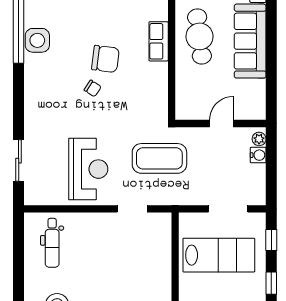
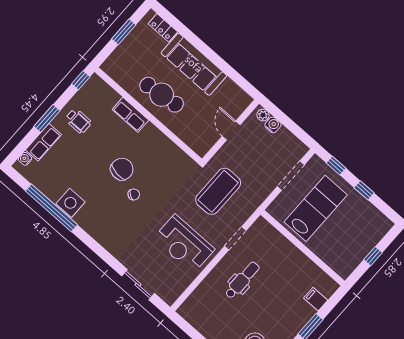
row of seats: (159, 41) -> (130, 115), moved
reception desk: (88, 169) -> (184, 244), turned 180
dental chair: (52, 243) -> (242, 280), moved, turned -90

